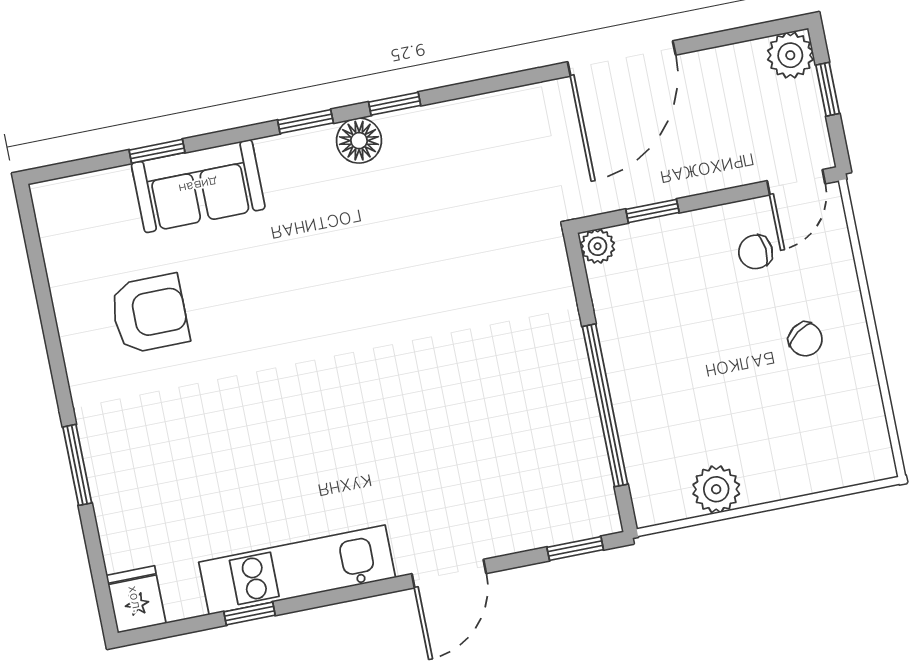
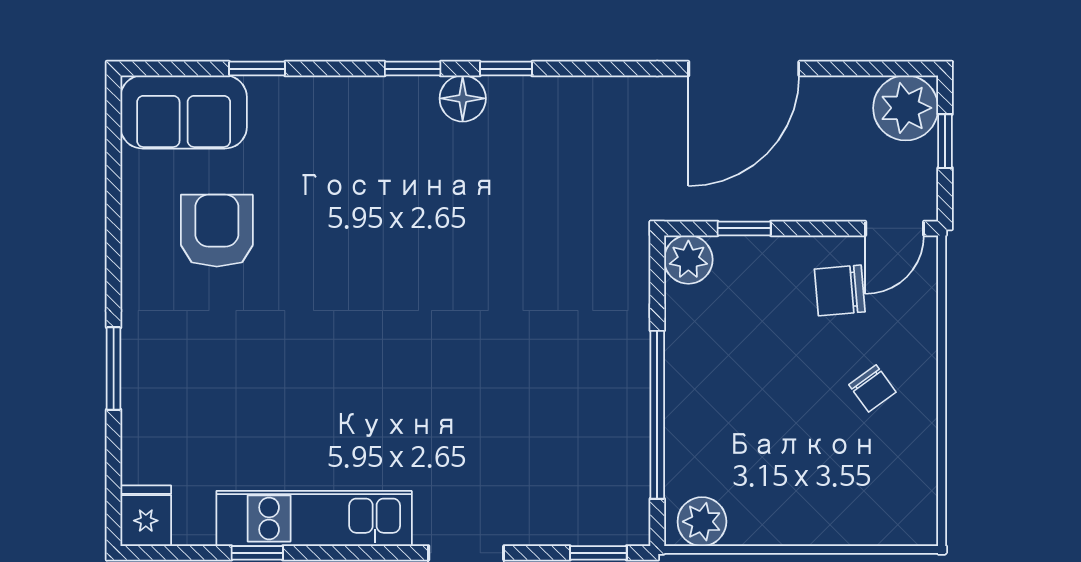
plant: (790, 55) -> (906, 108), width x1.36, depth x1.36
sofa: (198, 186) -> (184, 112), moved
plant: (598, 246) -> (688, 260), width x1.38, depth x1.38
chair: (756, 252) -> (840, 290), width x1.37, depth x1.37
armchair: (150, 314) -> (217, 231), turned -90
plant: (716, 489) -> (702, 522), moved

